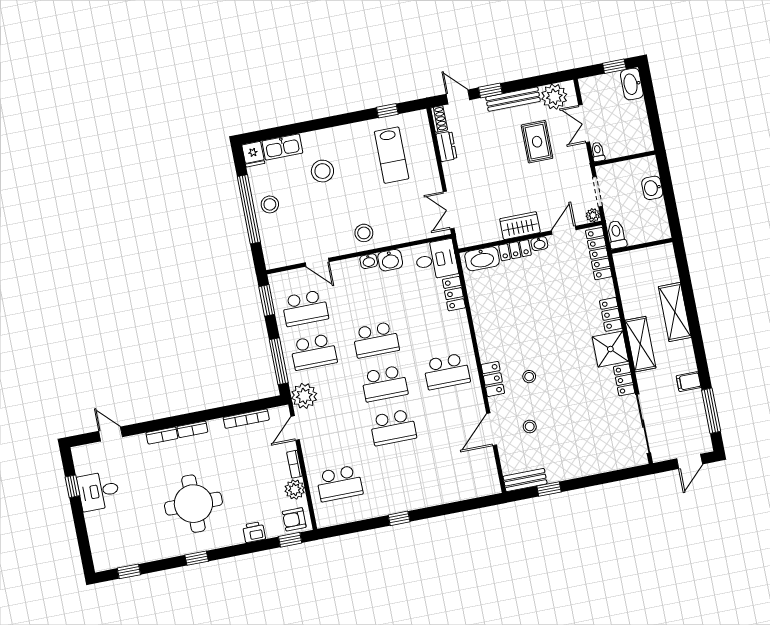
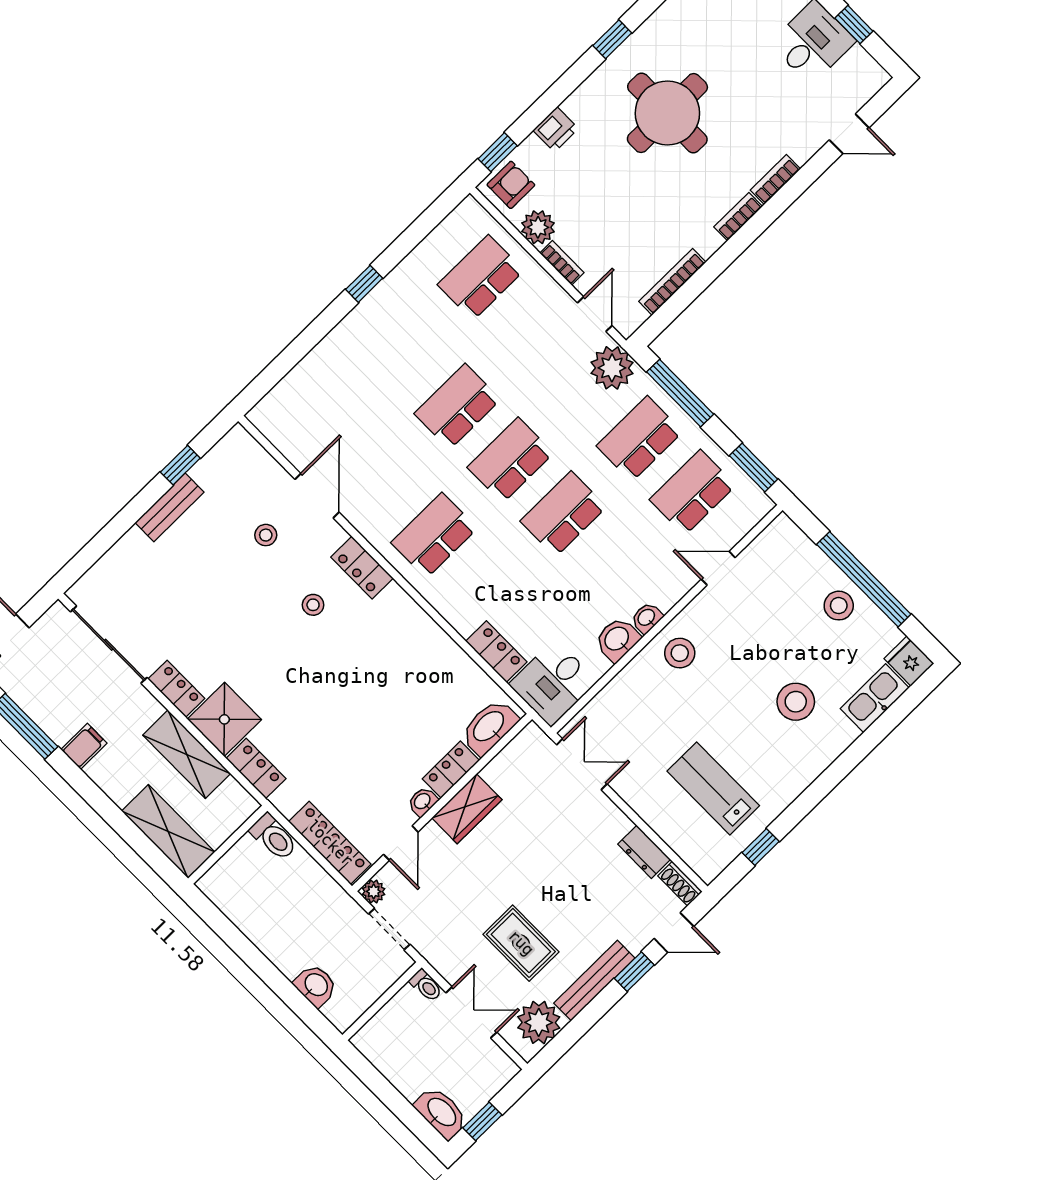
toilet: (617, 235) -> (274, 837), moved
wall: (642, 246) -> (228, 845), moved
bench: (525, 480) -> (169, 507), moved

